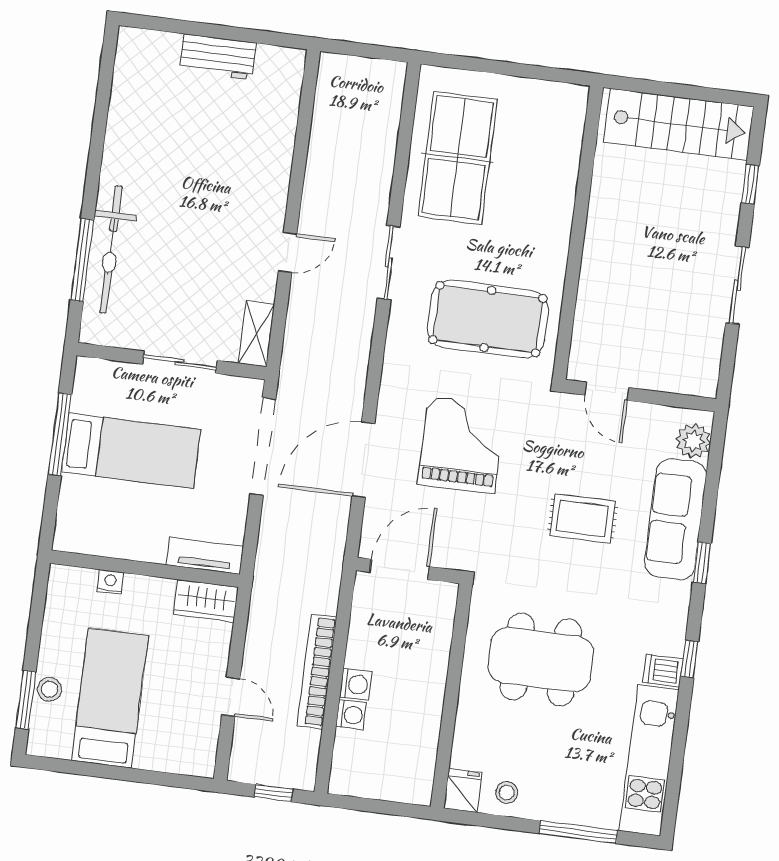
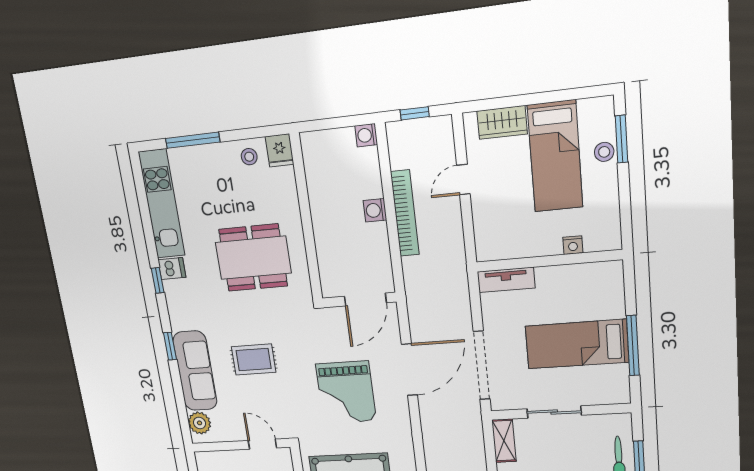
wardrobe: (206, 601) -> (502, 122), moved, turned 180
door: (231, 697) -> (463, 180), hinge flipped
washing machine: (351, 715) -> (366, 135), moved

